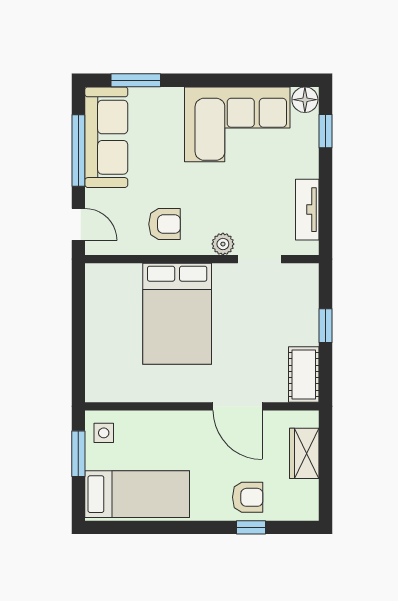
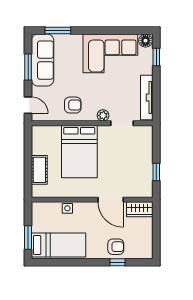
window: (78, 151) -> (28, 67), width x0.69
tv unit: (307, 210) -> (147, 98), width x1.41
window: (326, 326) -> (156, 172), moved
cot: (304, 374) -> (39, 170), moved
side table: (104, 433) -> (67, 208), moved
wardrobe: (304, 453) -> (140, 209), moved, turned -90
window: (78, 454) -> (28, 237), moved

